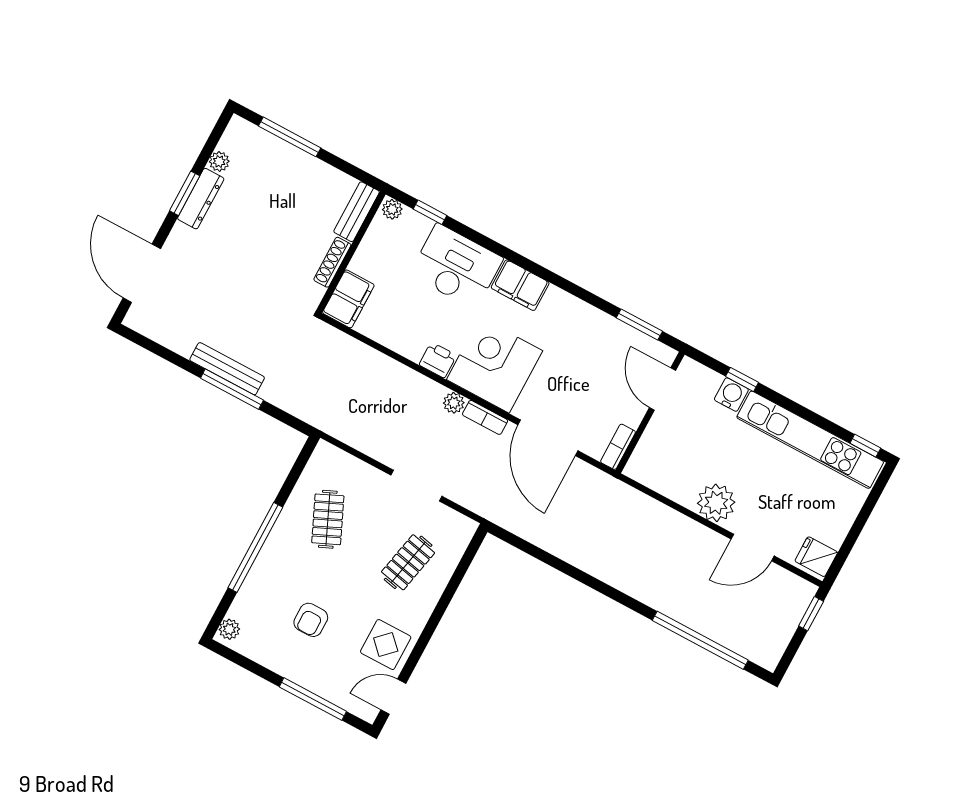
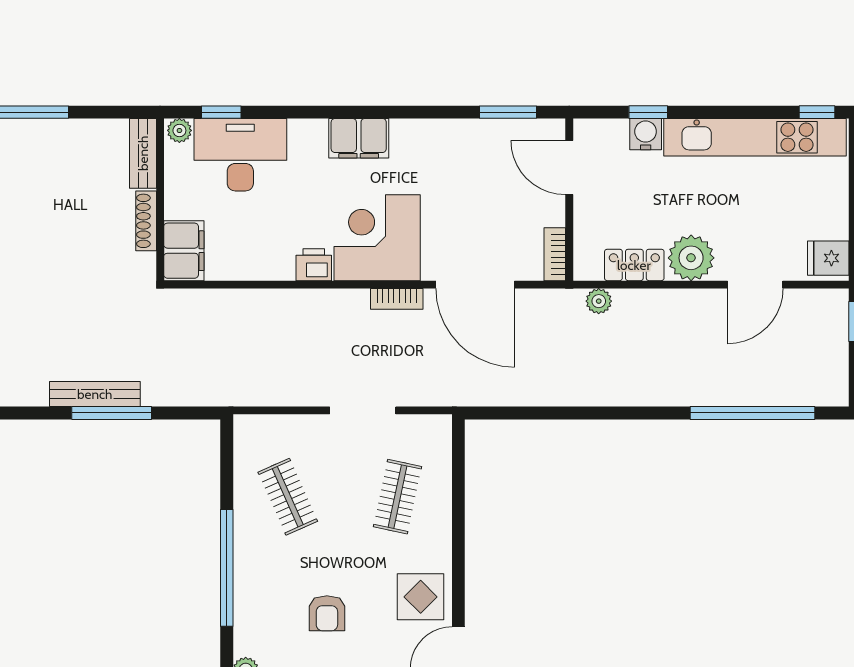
desk: (456, 266) -> (240, 155), moved
plant: (454, 403) -> (599, 301), moved
locker: (672, 486) -> (634, 265), added

